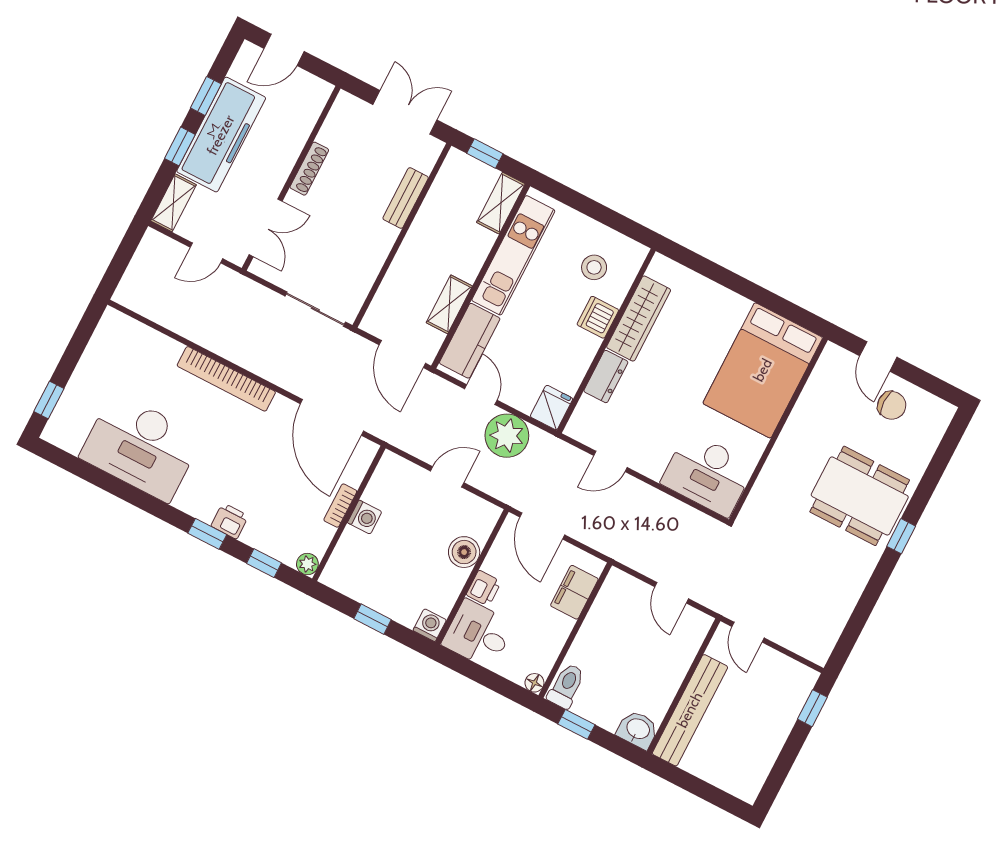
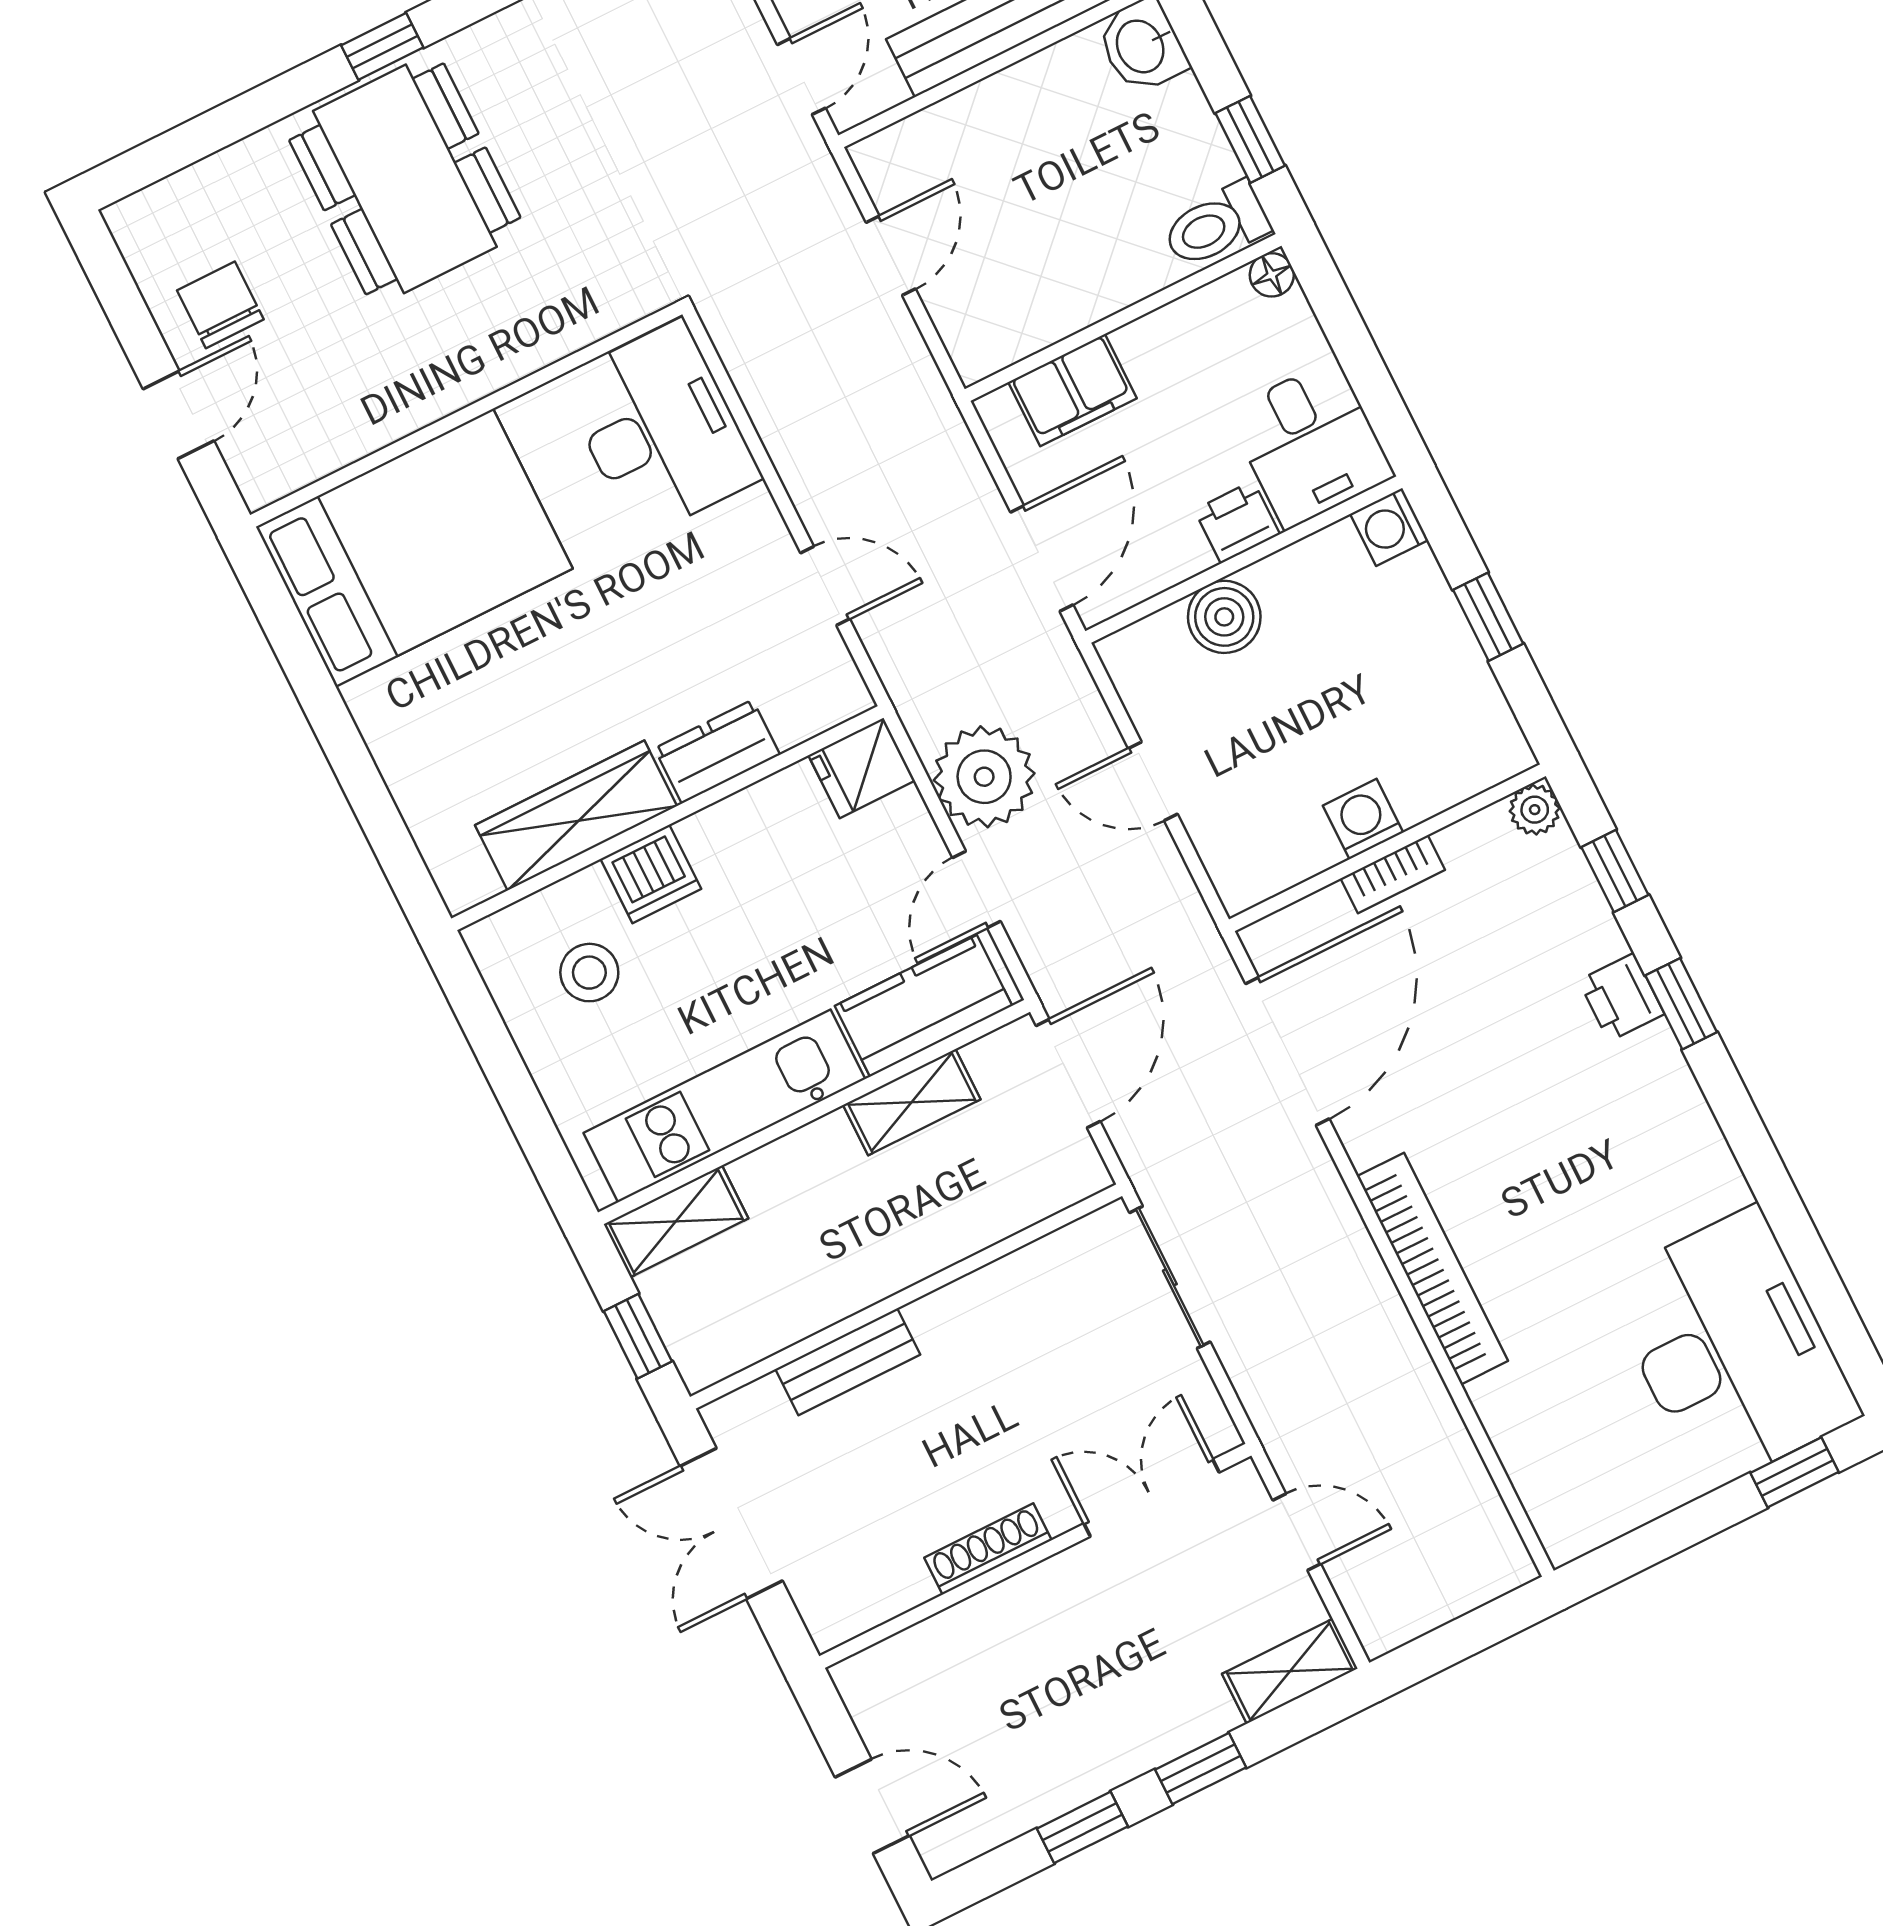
freezer: (221, 135) -> (1107, 1734), removed
desk: (141, 447) -> (1731, 1349), moved

